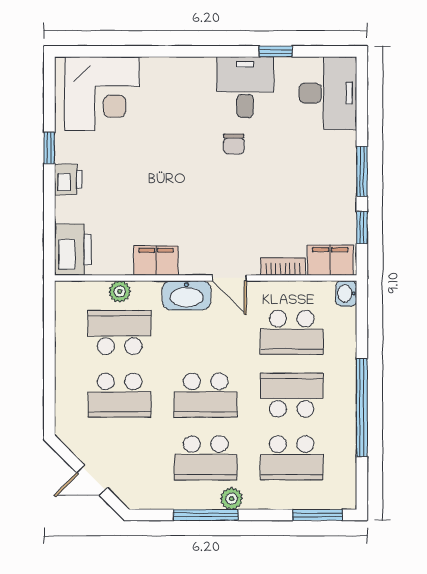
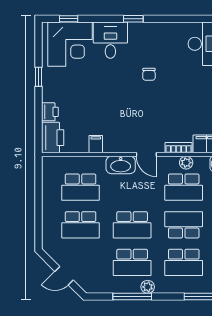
window: (100, 51) -> (69, 19), added
window: (276, 51) -> (133, 19), moved
desk: (245, 87) -> (110, 40), moved
printer: (68, 179) -> (50, 112), moved
filing cabinet: (156, 261) -> (96, 144), width x0.50
plant: (120, 291) -> (186, 163), moved
school desk: (120, 332) -> (81, 187), turned 180

